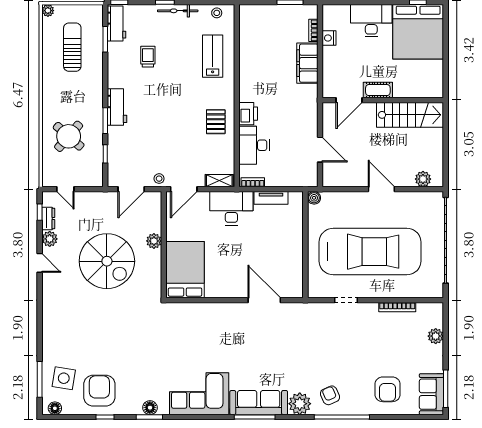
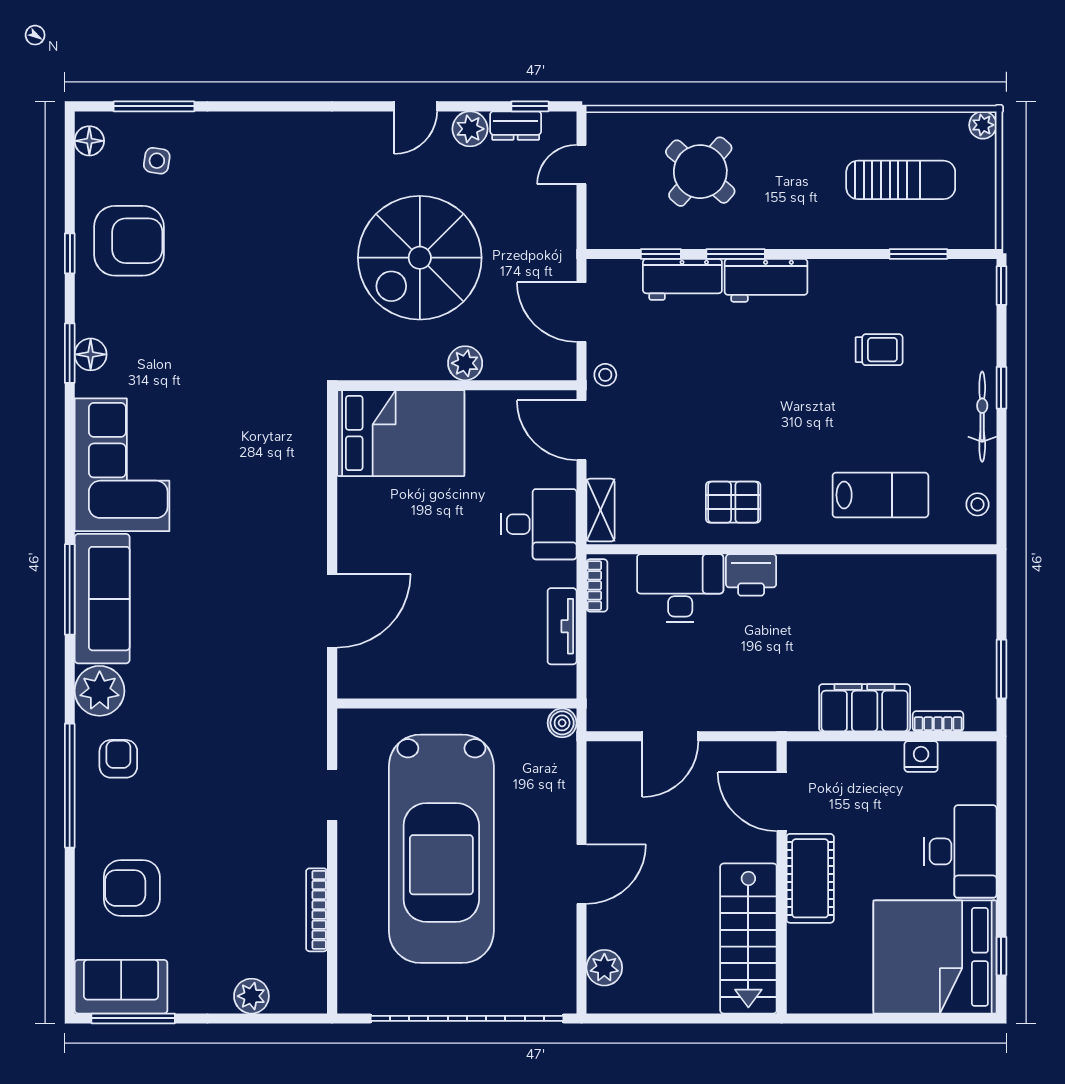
workbench: (117, 23) -> (682, 279), moved
cot: (378, 90) -> (810, 878), width x1.37, depth x1.34
desk: (231, 208) -> (539, 524), width x0.73
side table: (64, 378) -> (157, 161), width x0.54, depth x0.54
armchair: (330, 395) -> (118, 759), turned -66

